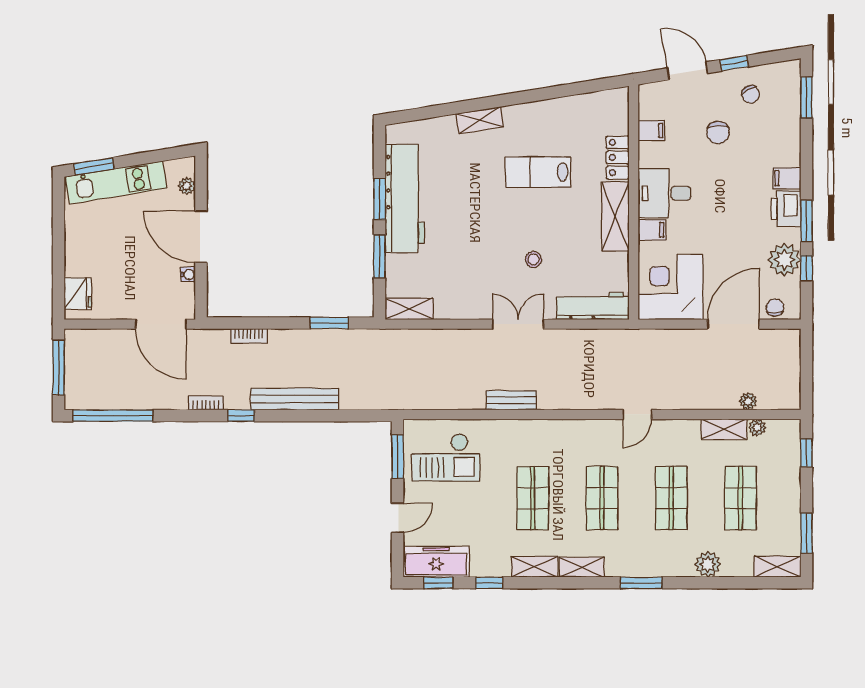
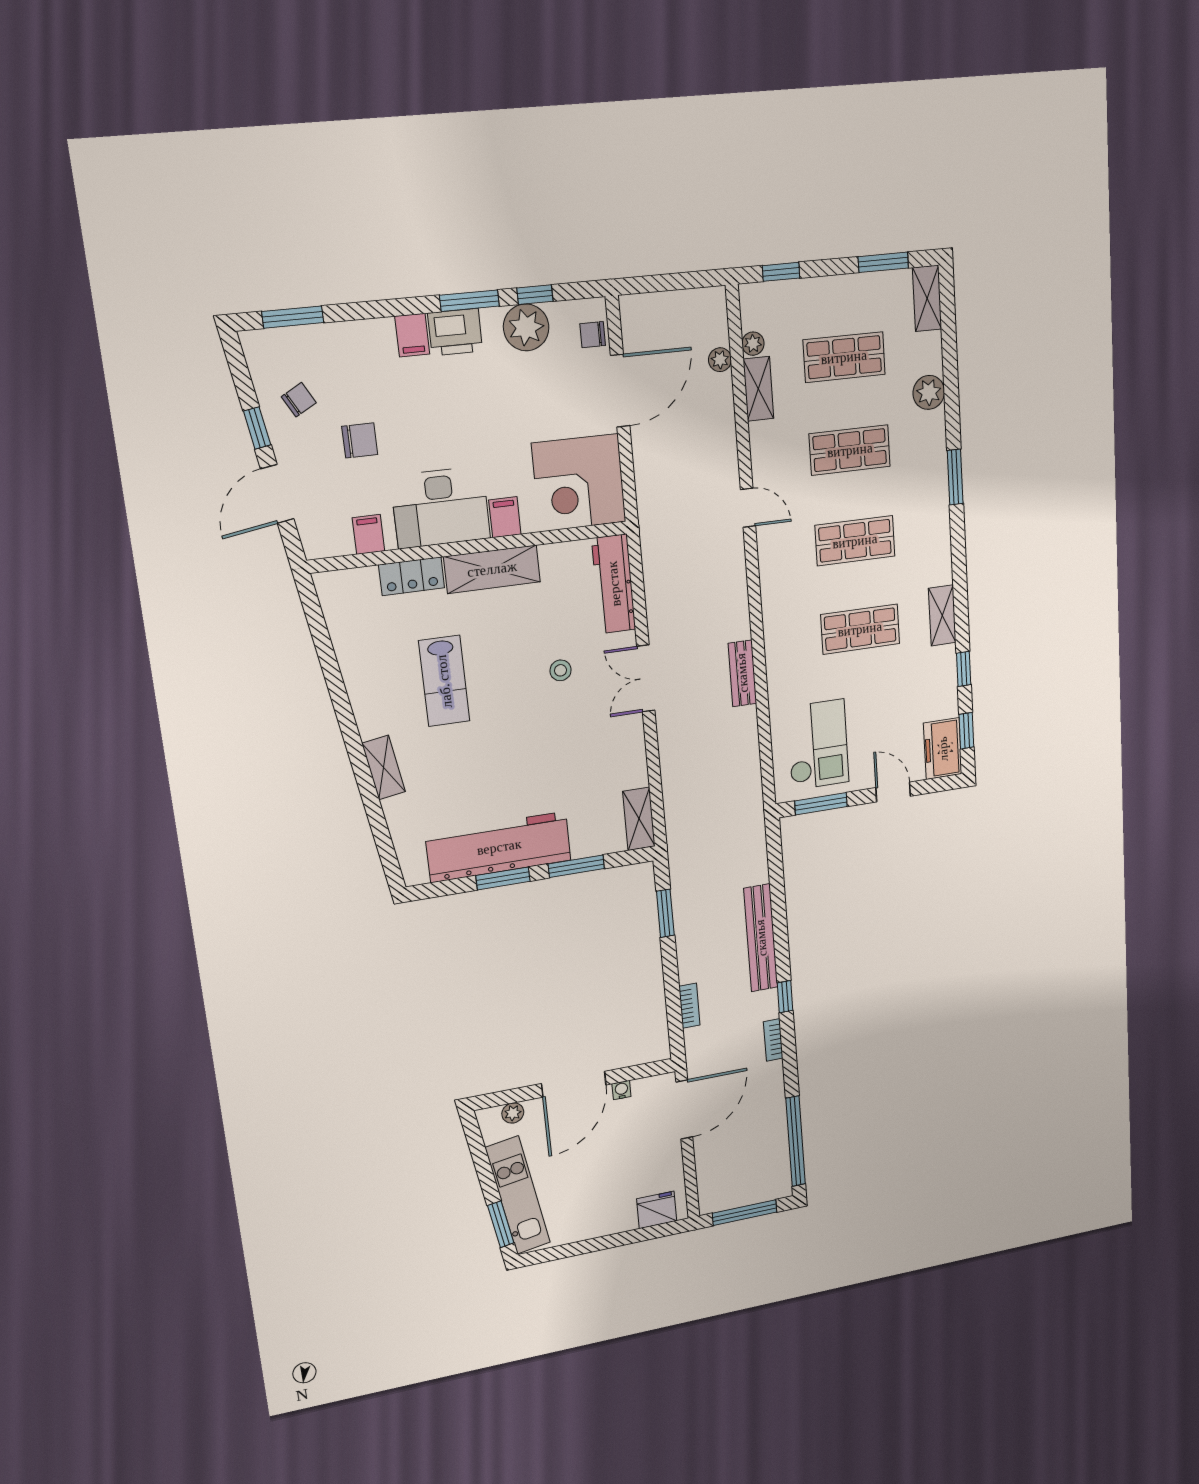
desk: (665, 193) -> (441, 507), width x1.37
door: (733, 324) -> (620, 391), swing flipped
freezer: (436, 562) -> (943, 749), width x0.71
shelving: (582, 567) -> (940, 556), removed

